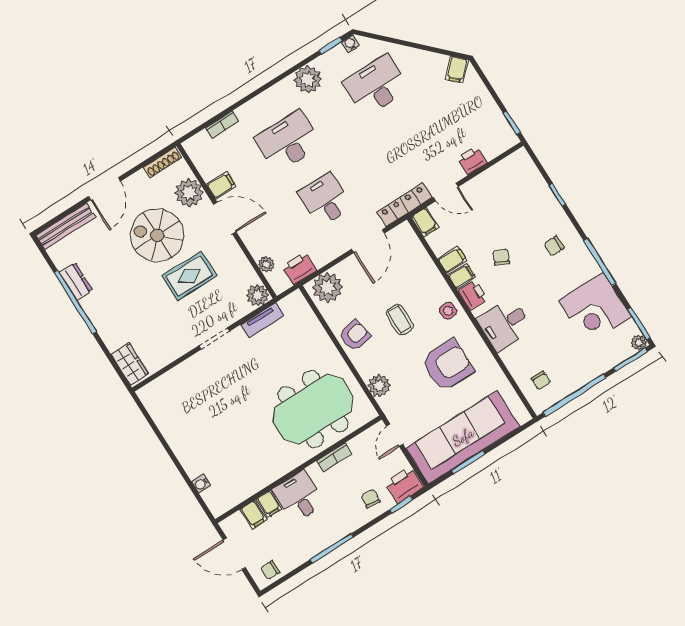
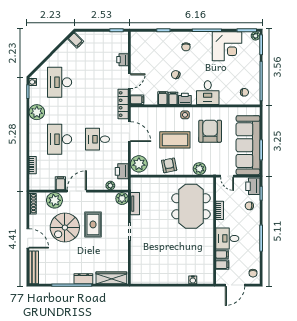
dresser: (76, 281) -> (83, 279), moved
coffee table: (400, 320) -> (175, 140), width x1.86, depth x1.72
wardrobe: (130, 364) -> (111, 278), width x1.50

